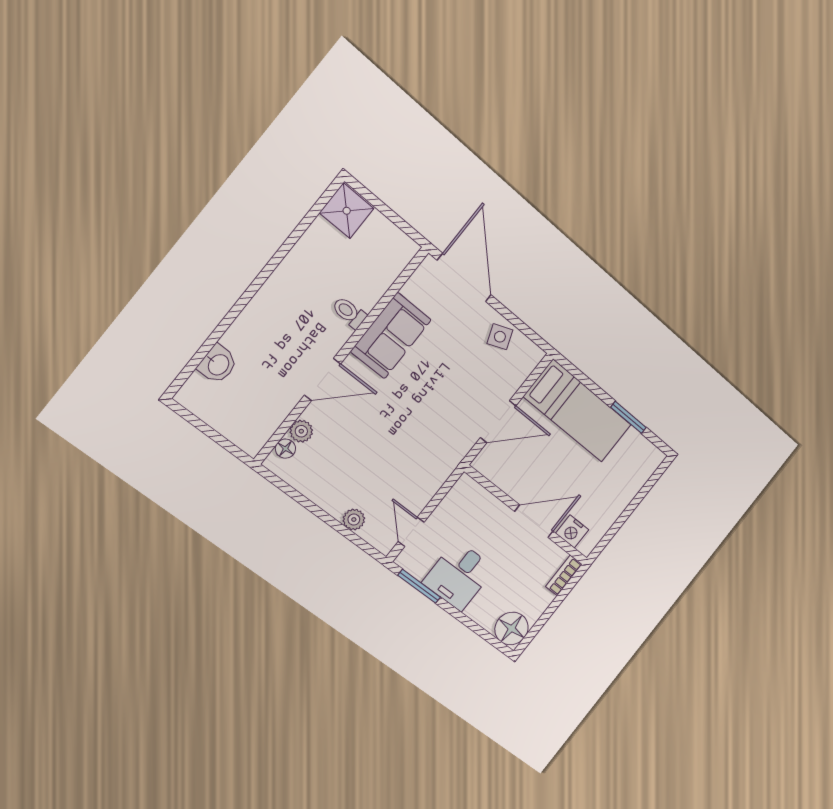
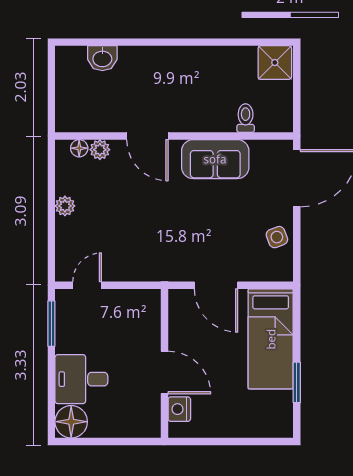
toilet: (349, 313) -> (246, 118), moved
plant: (354, 520) -> (65, 206), moved
desk: (459, 575) -> (81, 379), moved
bookcase: (564, 575) -> (142, 430), removed

